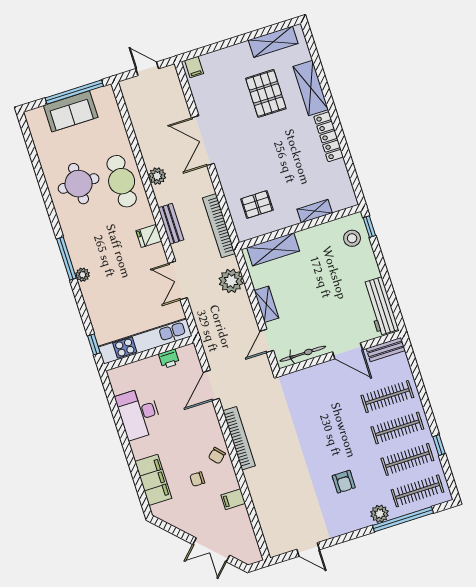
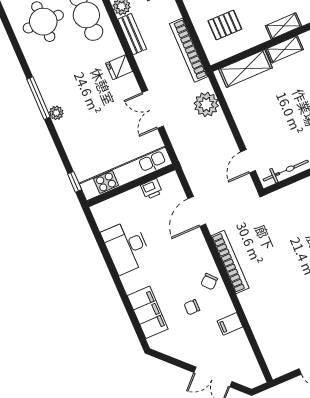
bench: (171, 224) -> (132, 34), moved
shelving: (266, 304) -> (285, 49), moved, turned 90

